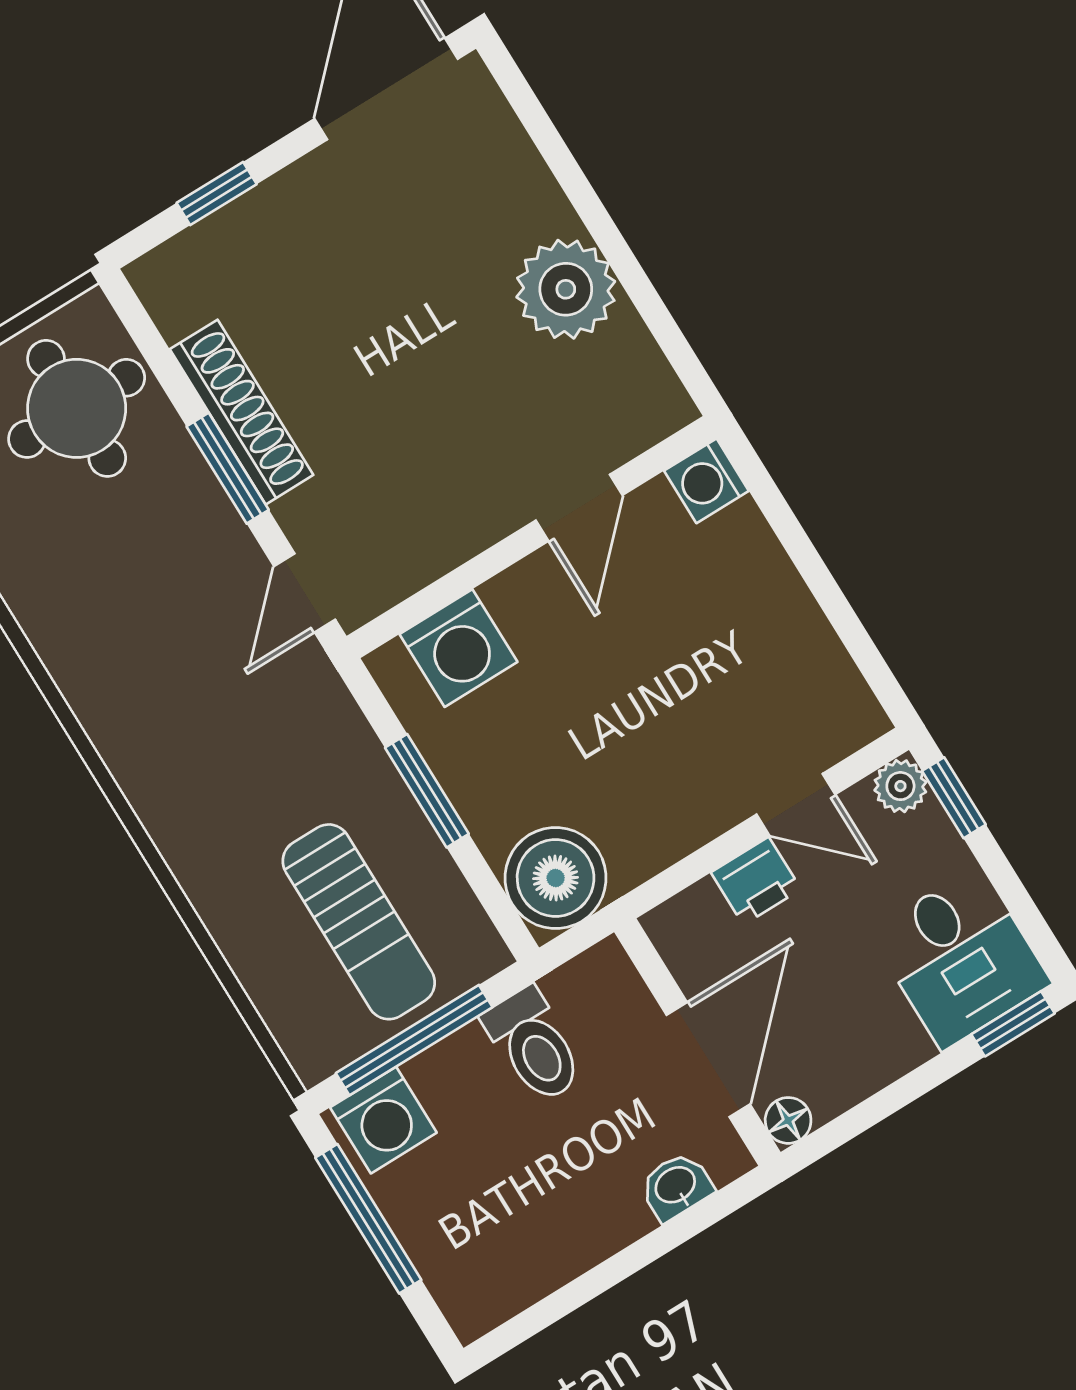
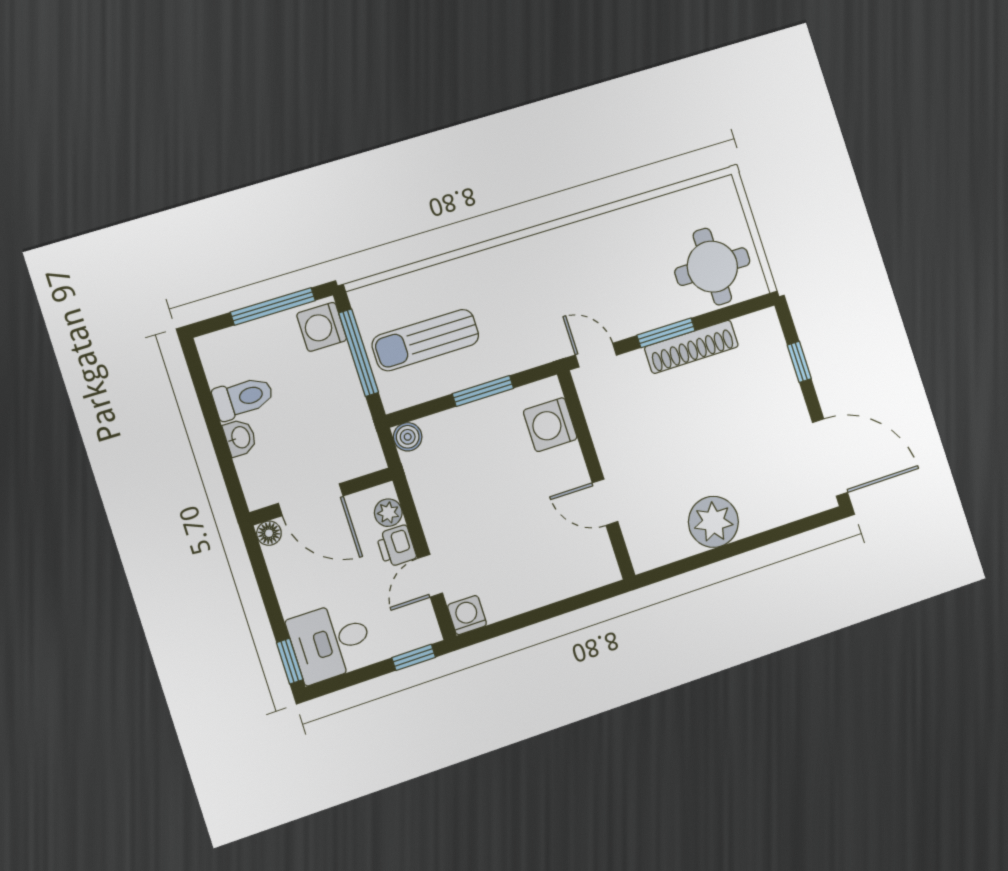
washing machine: (706, 481) -> (467, 615), moved
plant: (900, 786) -> (388, 513), moved
boiler: (556, 878) -> (408, 437), width x0.54, depth x0.54
toilet: (534, 1045) -> (243, 398), moved, turned 180
washbasin: (676, 1186) -> (240, 438), moved

